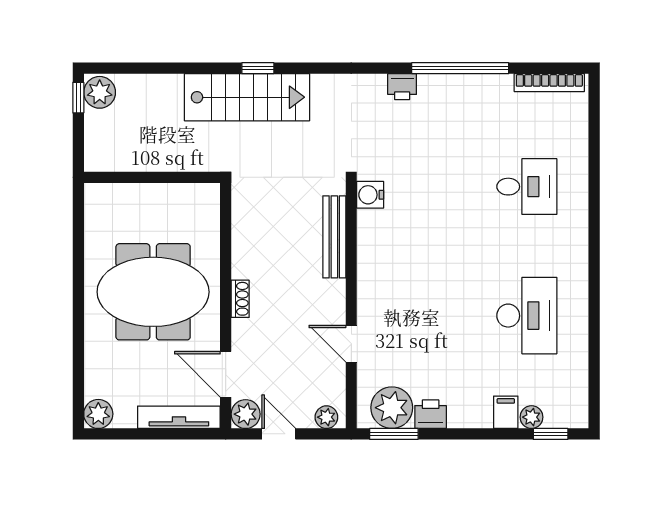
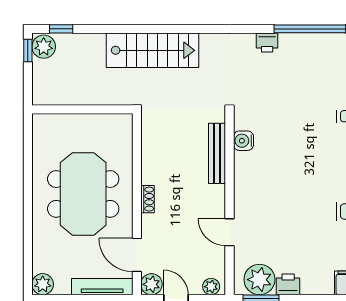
window: (258, 68) -> (61, 29), moved
water cooler: (370, 195) -> (243, 141), moved
meeting table: (153, 292) -> (83, 194), turned 90

